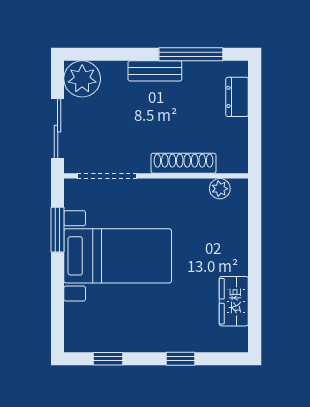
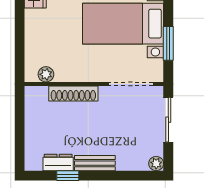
window: (191, 54) -> (68, 176), width x0.46
plant: (82, 79) -> (156, 164), width x0.53, depth x0.53
dresser: (237, 97) -> (58, 162), moved, turned -90

